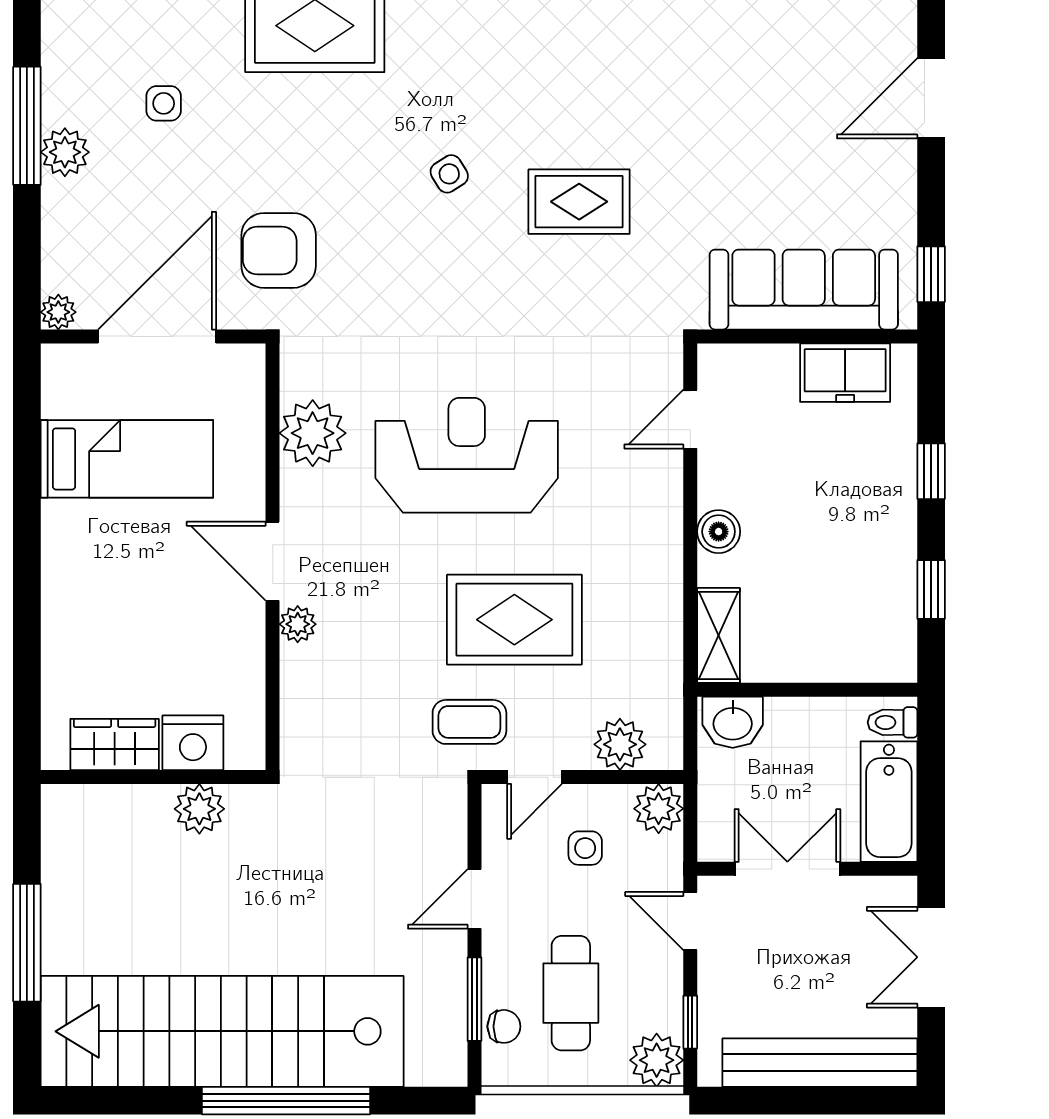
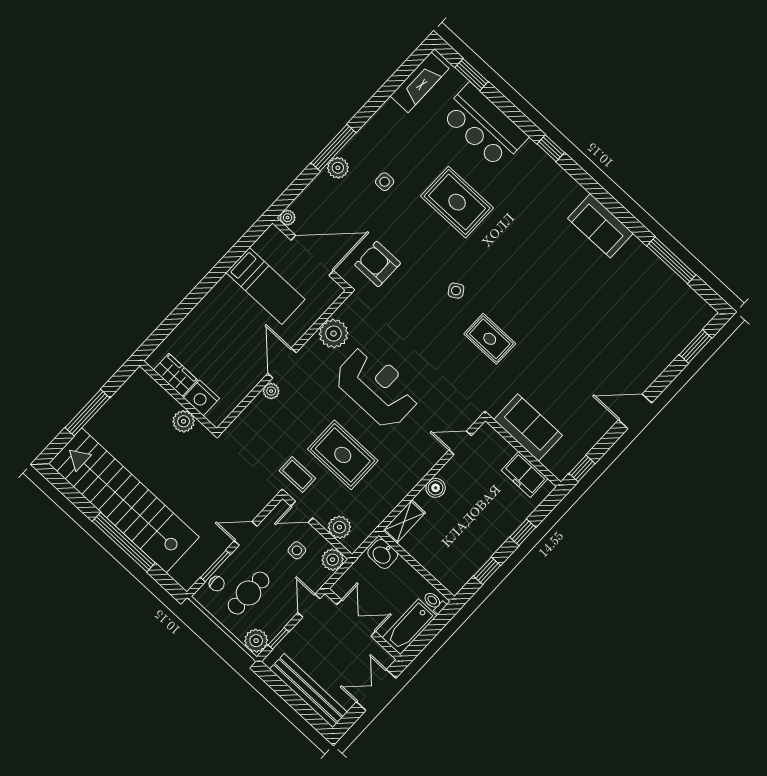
sofa: (804, 290) -> (528, 427), width x0.73

